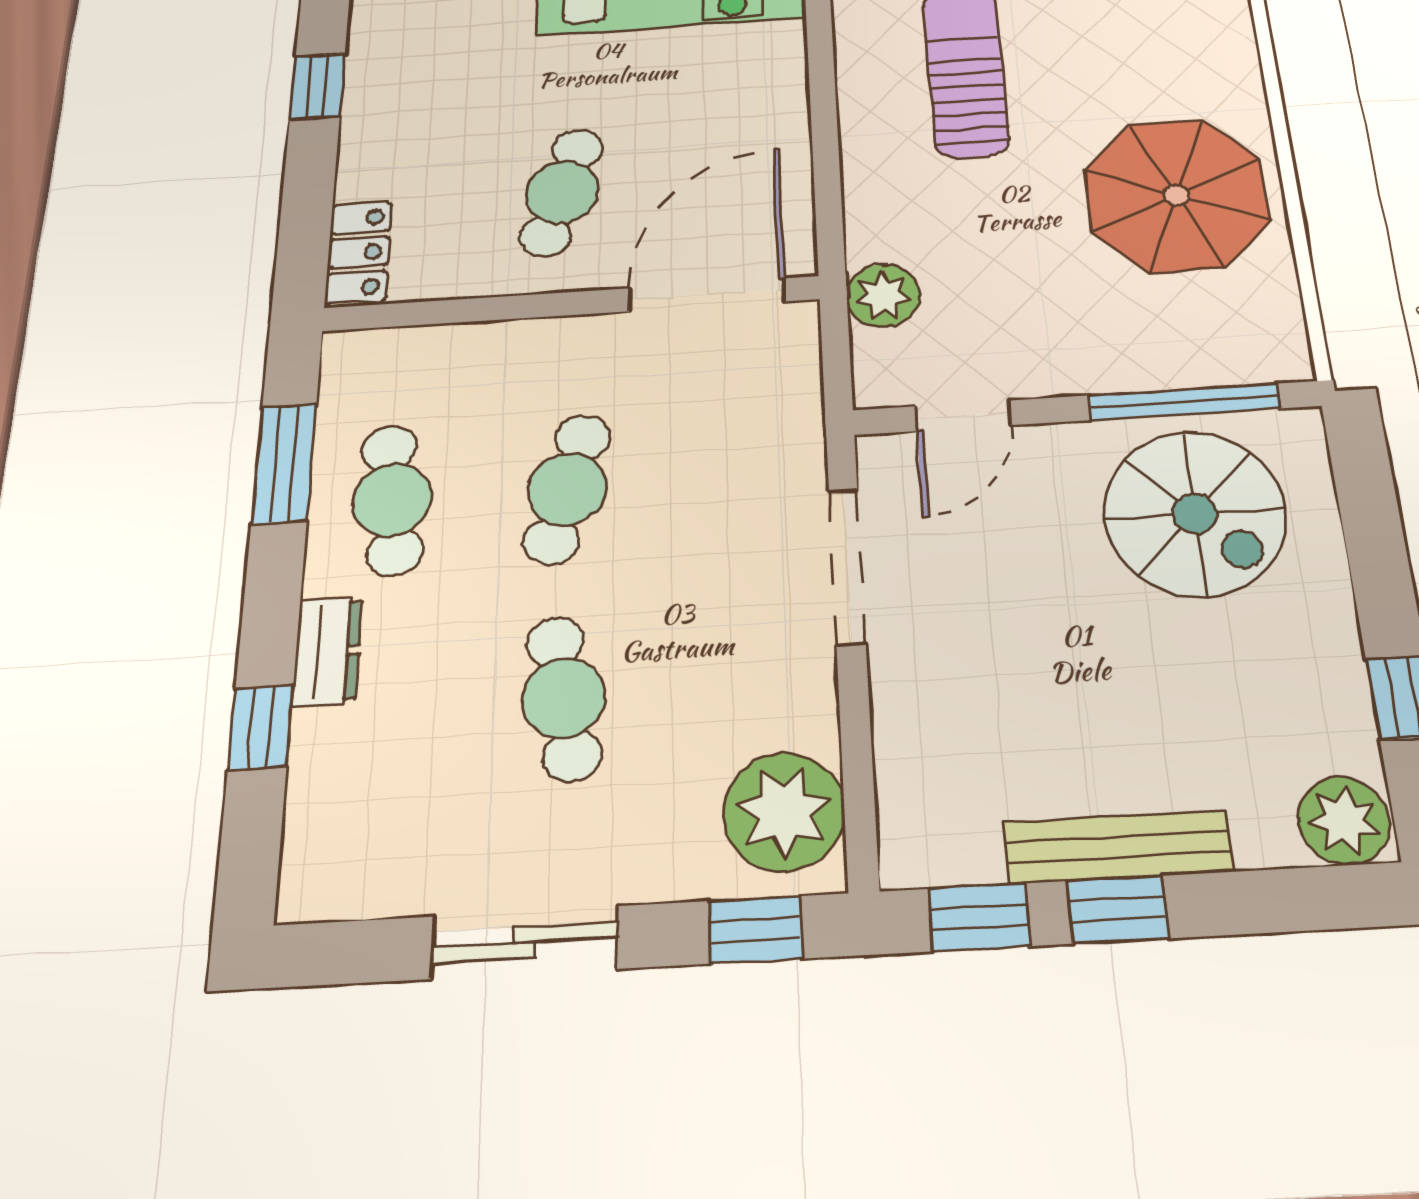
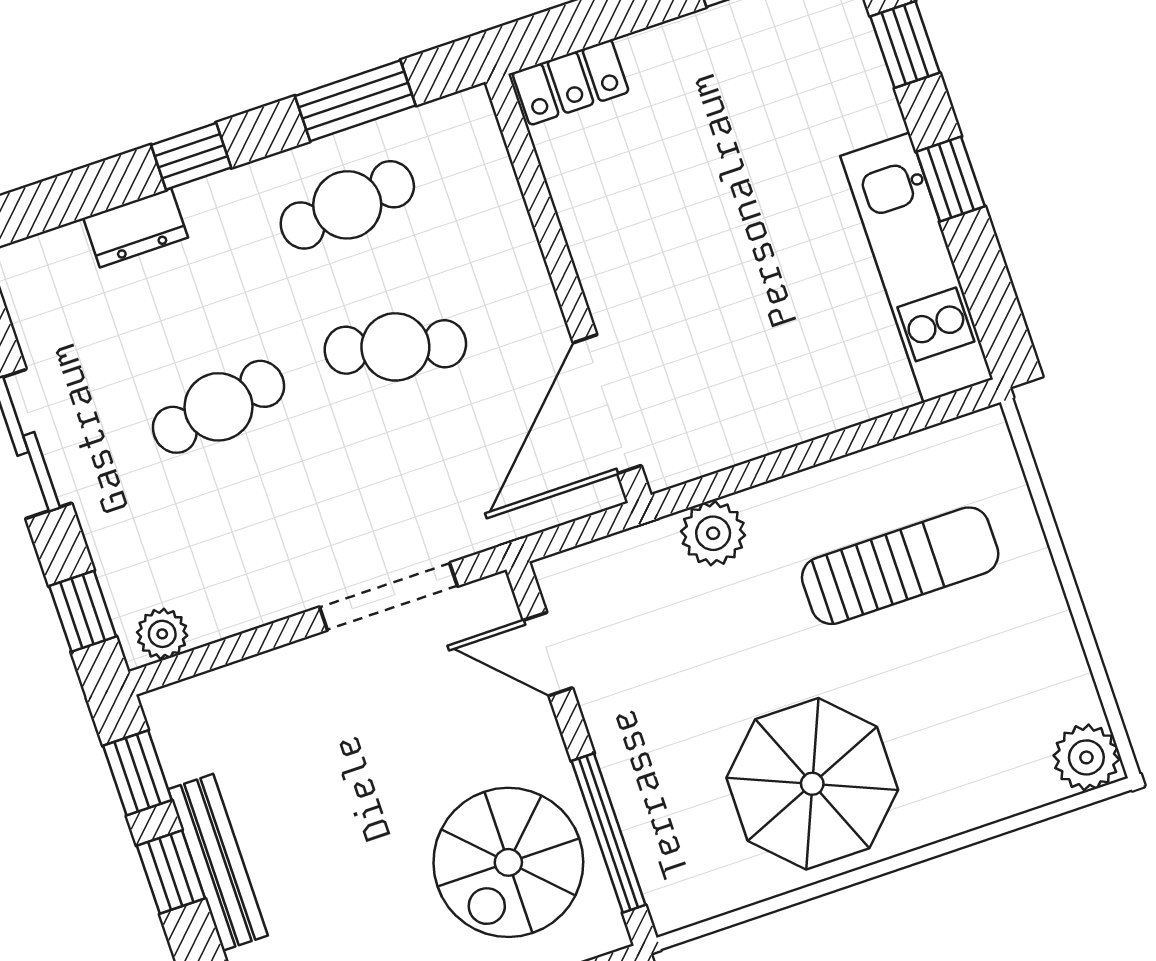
cafe table: (562, 192) -> (678, 241), removed
door: (707, 295) -> (607, 404), swing flipped
plant: (883, 296) -> (713, 533), moved
dresser: (327, 651) -> (136, 228), moved
window: (261, 727) -> (191, 156), moved
plant: (784, 812) -> (162, 634), width x0.53, depth x0.53

